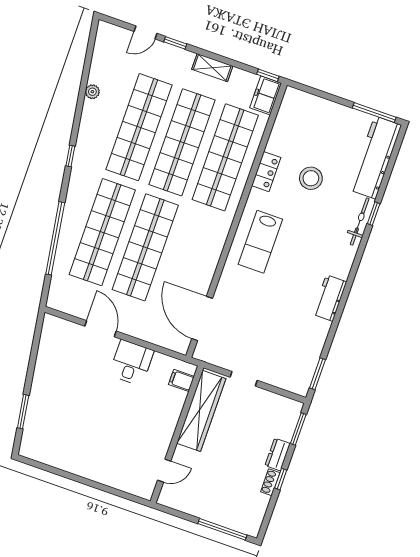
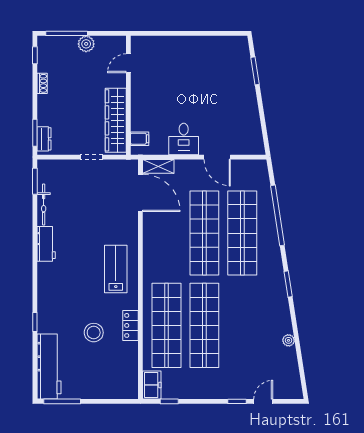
shelving: (212, 68) -> (158, 166), moved
window: (268, 75) -> (169, 401), moved
shop shelf: (139, 127) -> (242, 325), removed
window: (70, 156) -> (288, 284), width x1.50
bicycle: (360, 222) -> (44, 205), moved
dresser: (278, 455) -> (44, 139), moved
window: (281, 479) -> (35, 55), moved
plant: (204, 510) -> (86, 44), added

